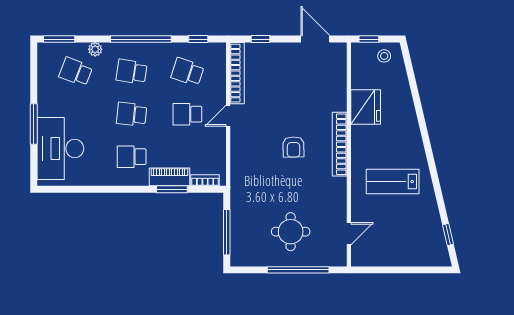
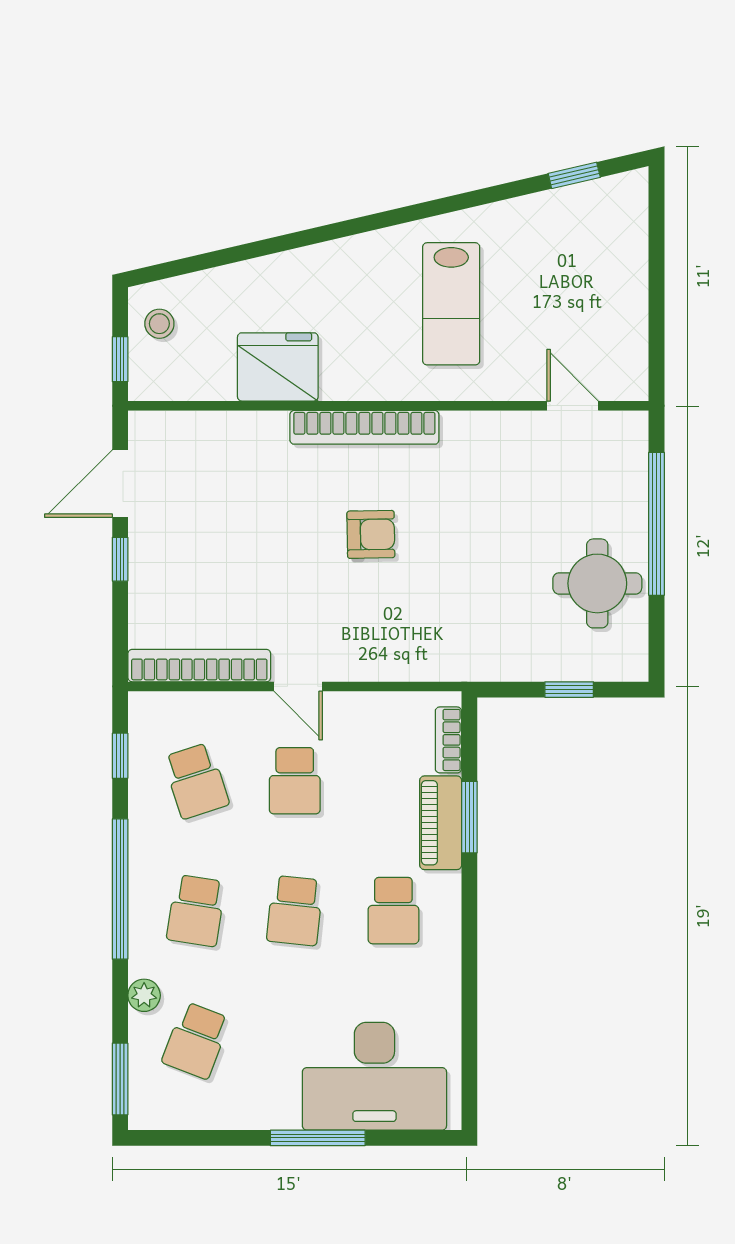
window: (261, 39) -> (120, 559), moved
school desk: (187, 72) -> (196, 781), turned -36
window: (227, 232) -> (569, 690), width x0.46
round table: (291, 232) -> (597, 583), moved

